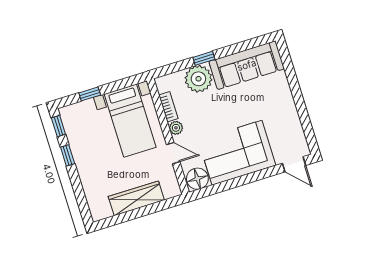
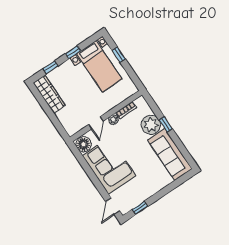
bed with nightstands: (130, 121) -> (99, 66), moved, turned -90
window: (58, 126) -> (51, 67), moved
window: (307, 128) -> (140, 208), added
wardrobe: (136, 198) -> (49, 94), moved

